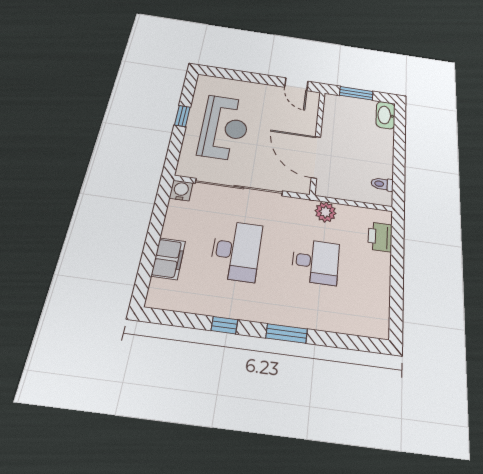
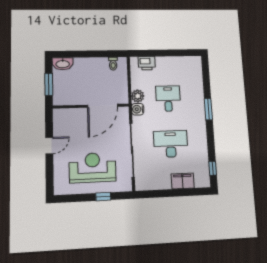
door: (296, 84) -> (49, 146), moved
window: (182, 116) -> (103, 197), moved
water cooler: (181, 190) -> (138, 109), moved
window: (224, 325) -> (213, 168), moved

